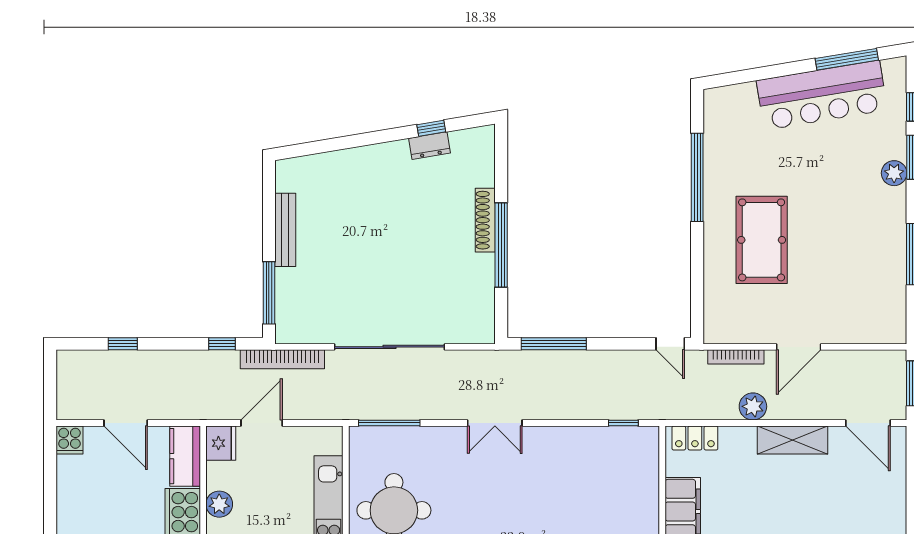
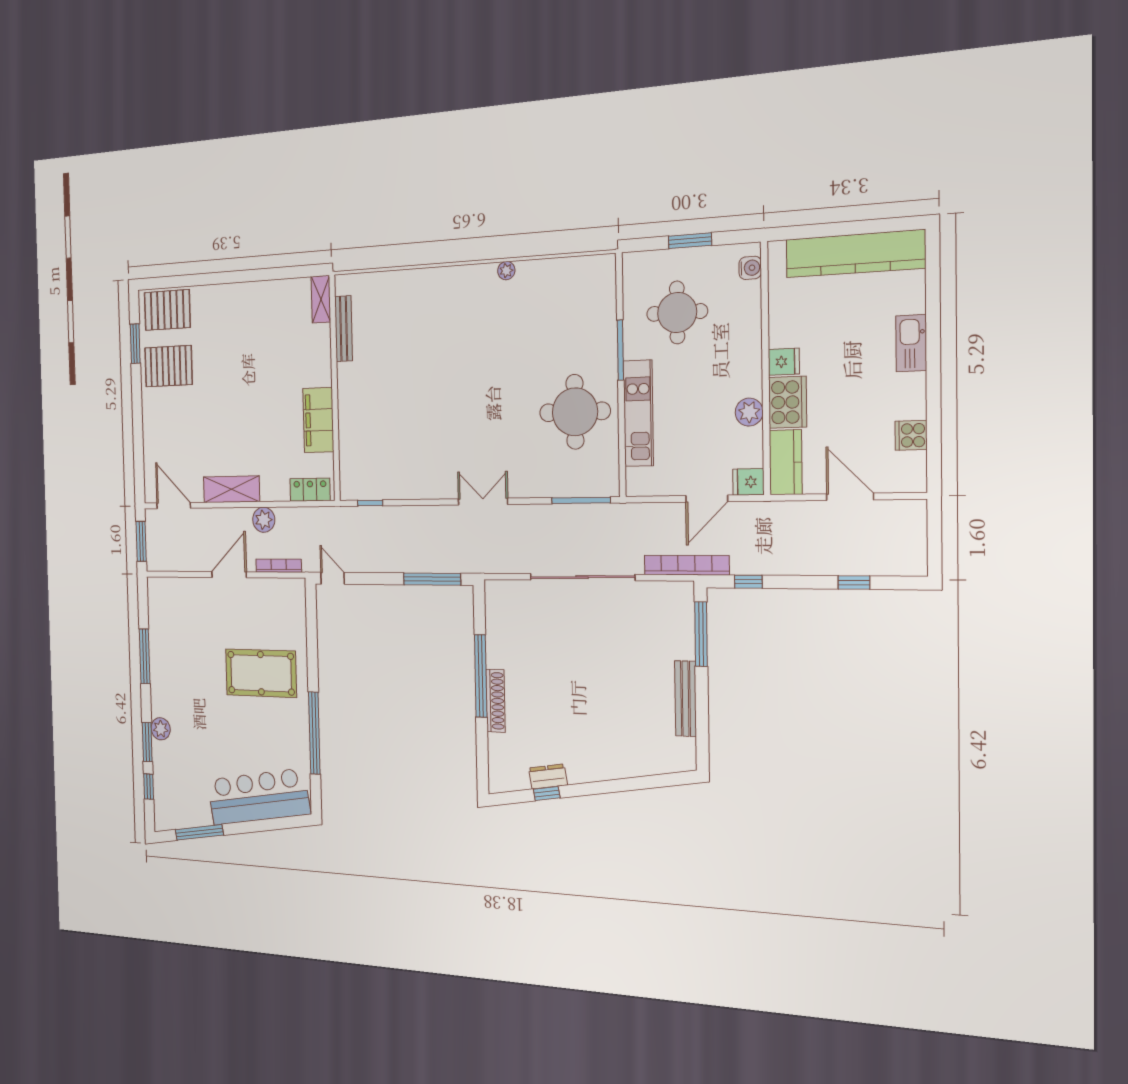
bar counter: (822, 95) -> (258, 797), moved
pool table: (762, 240) -> (261, 673), turned 90
cooker: (69, 440) -> (911, 435), moved, turned -90
fridge: (221, 443) -> (748, 482), width x0.72

